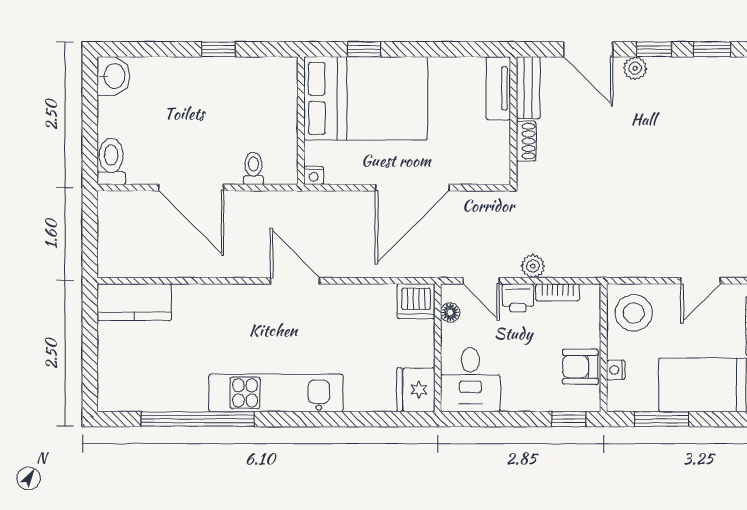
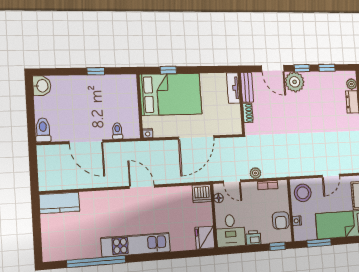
plant: (635, 68) -> (295, 82), width x1.88, depth x1.88
printer: (518, 298) -> (253, 238), moved, turned 180
armchair: (580, 367) -> (281, 220), turned -90

